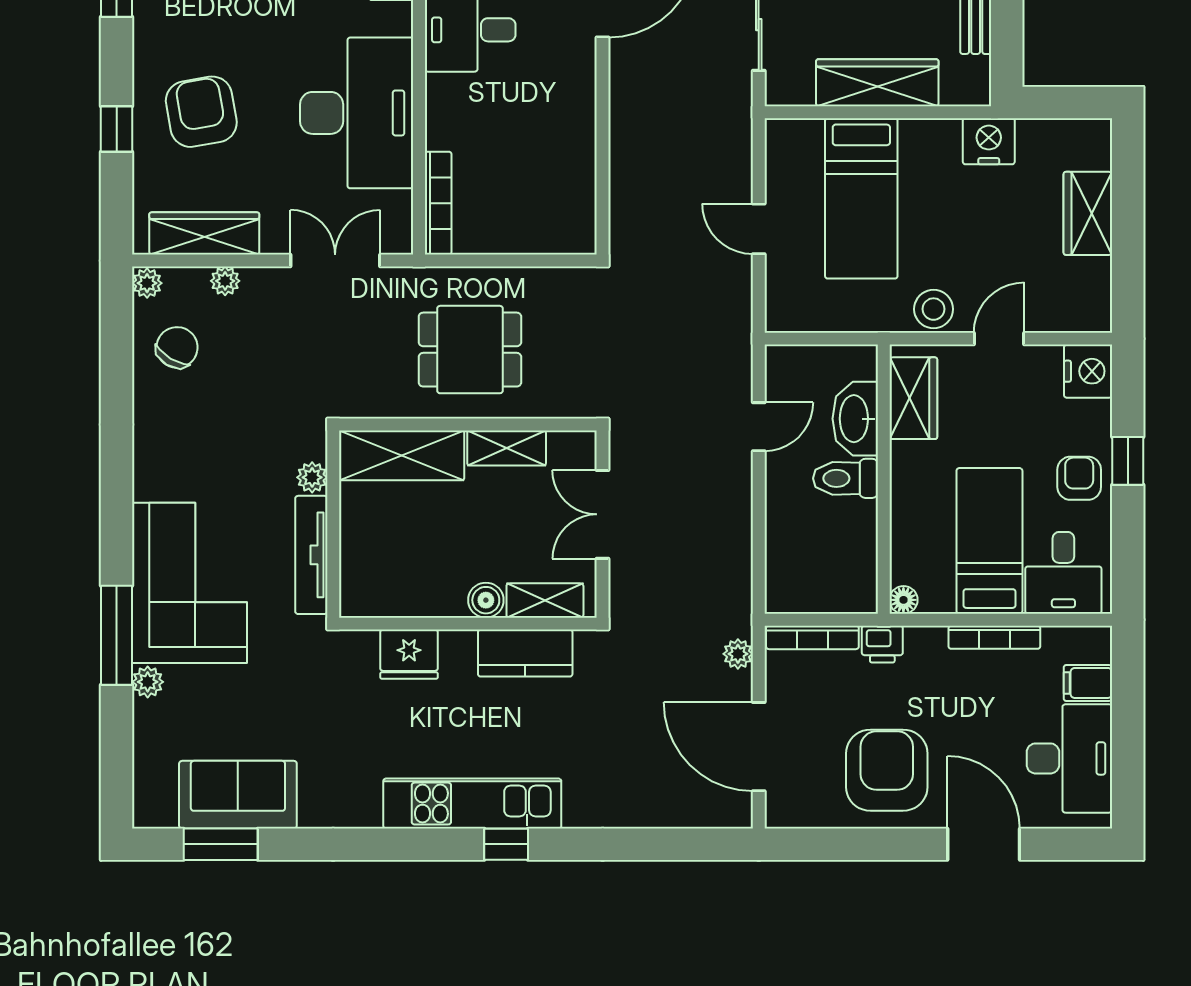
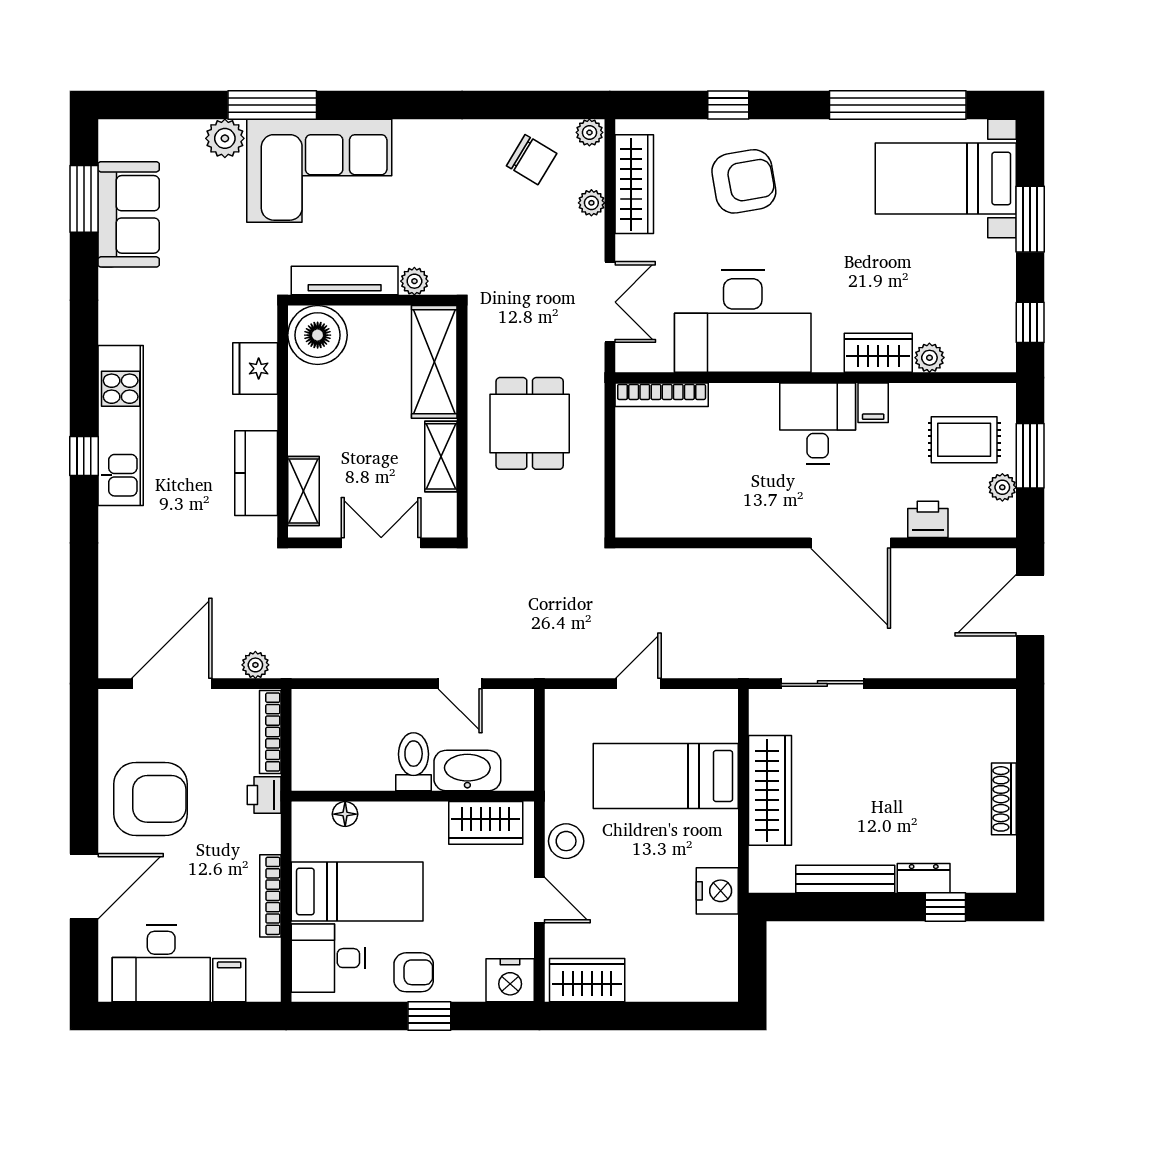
wardrobe: (1088, 213) -> (587, 980), moved
boiler: (486, 600) -> (318, 335), moved, width x1.86, depth x1.86
floor lamp: (903, 600) -> (345, 814), moved
plant: (148, 682) -> (225, 138), width x1.38, depth x1.38

